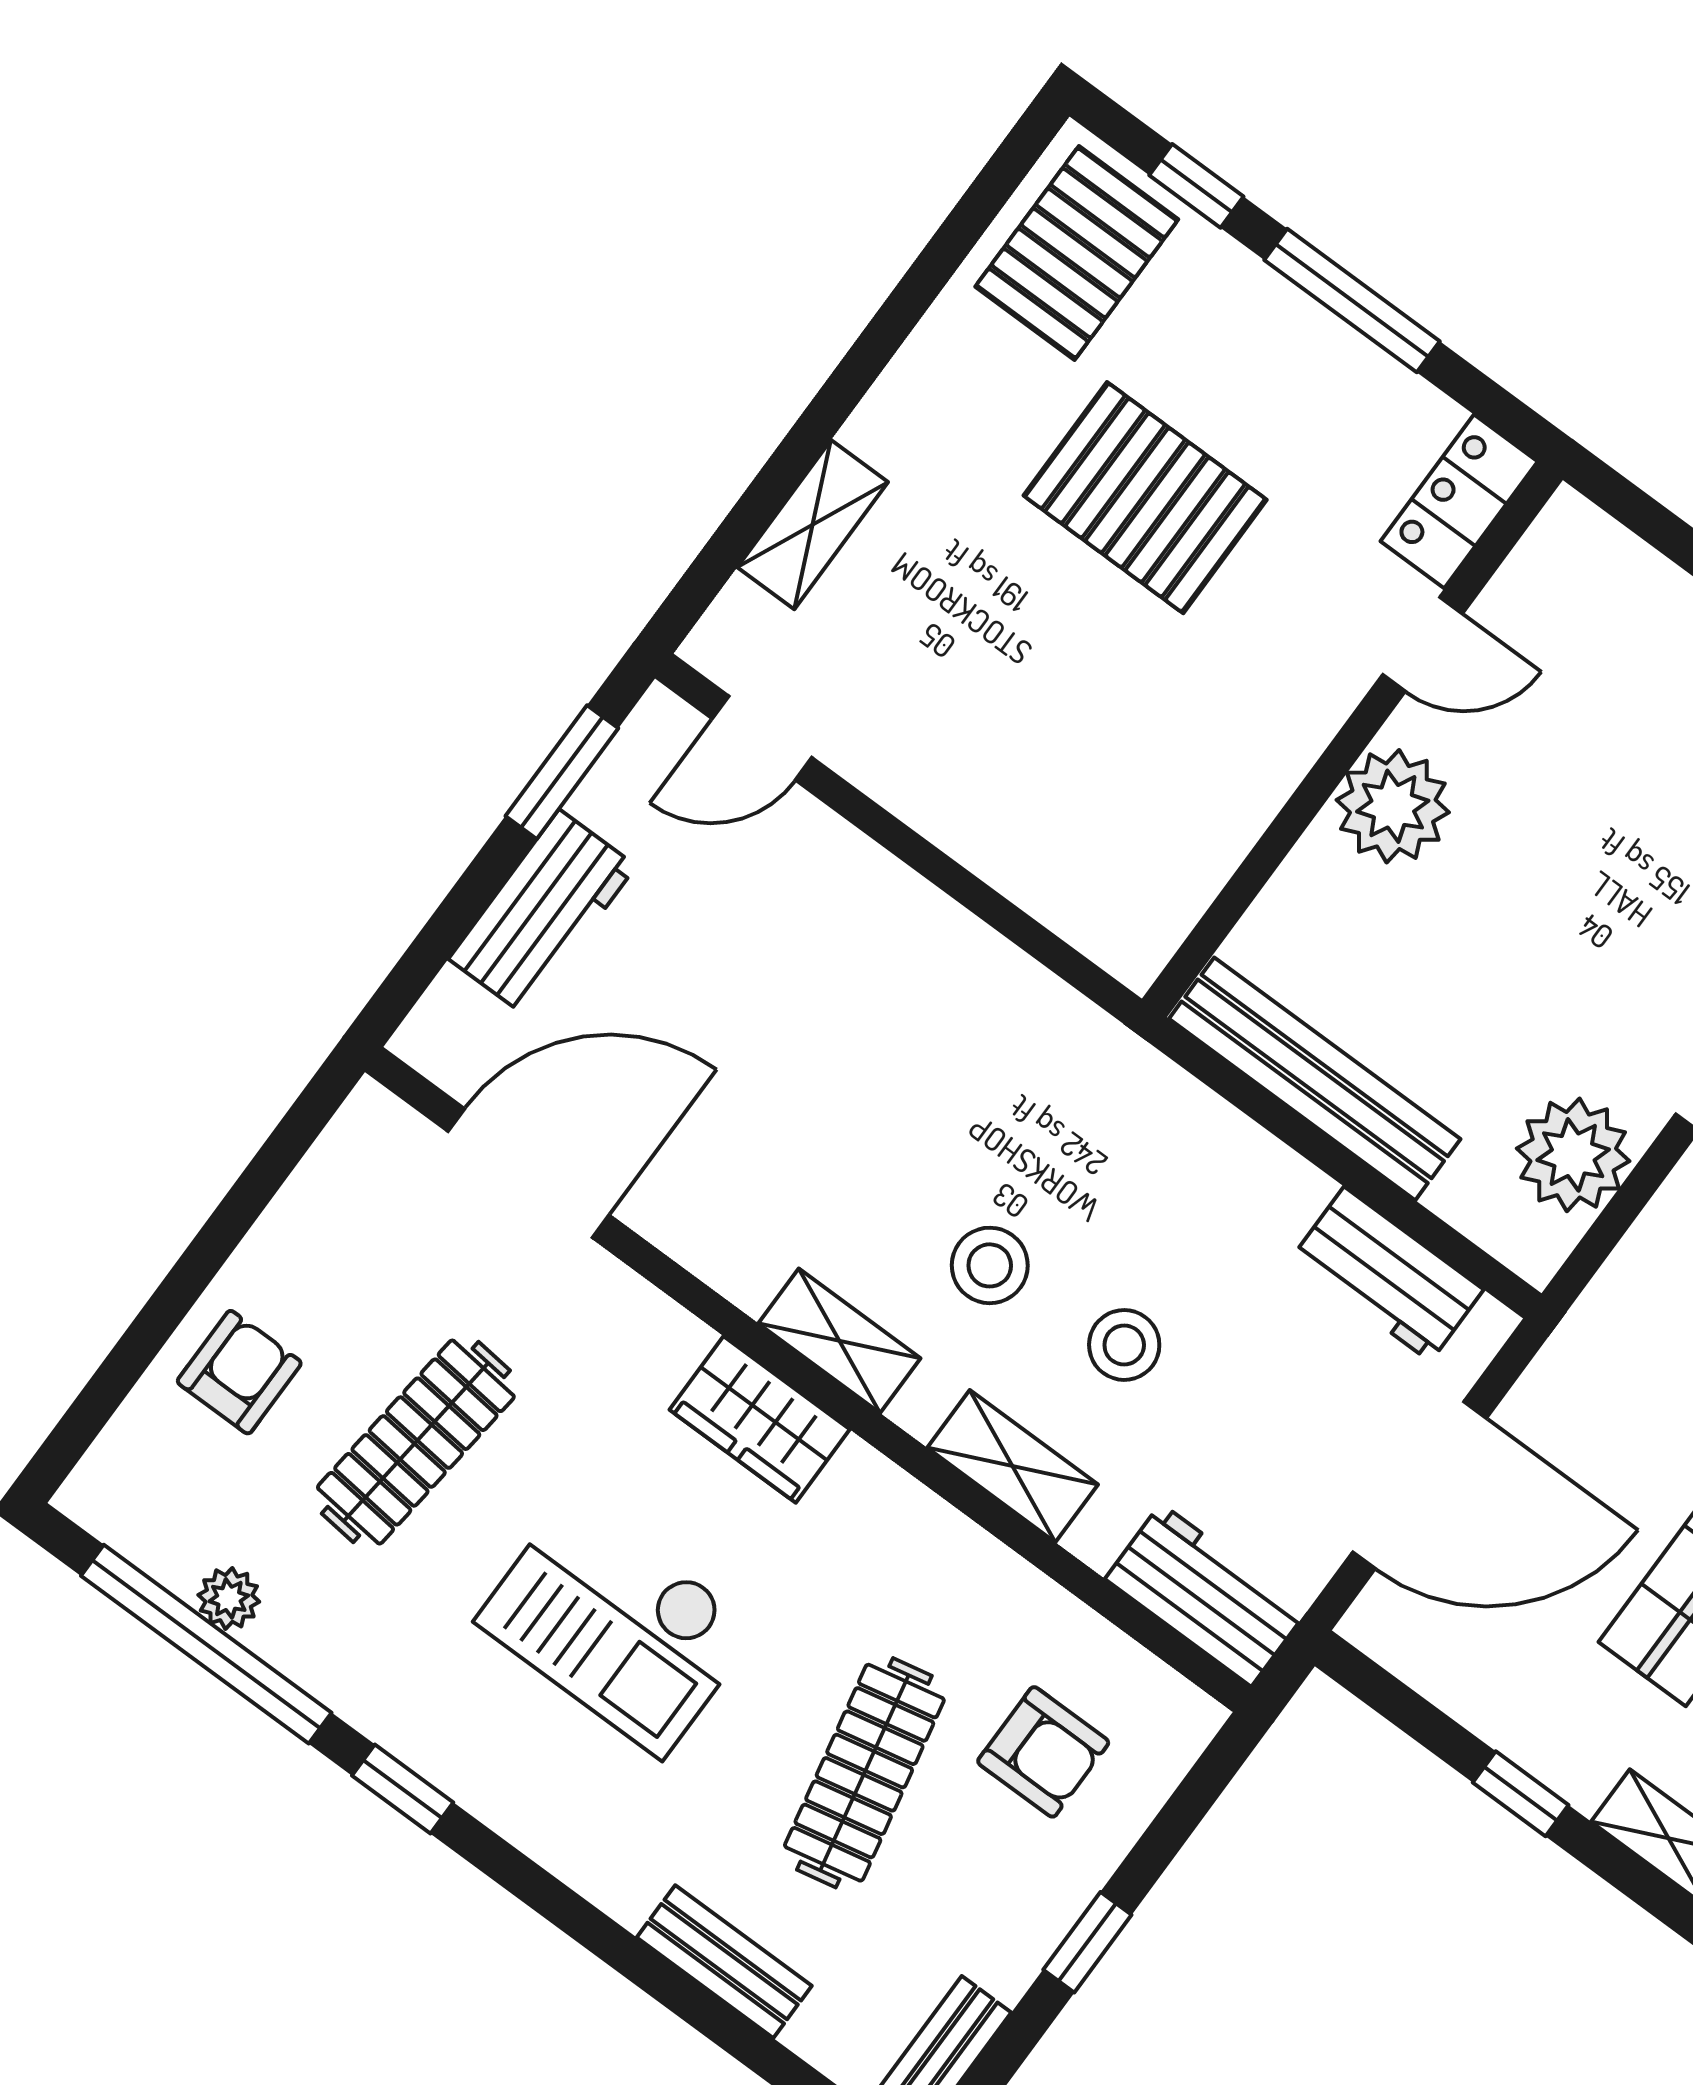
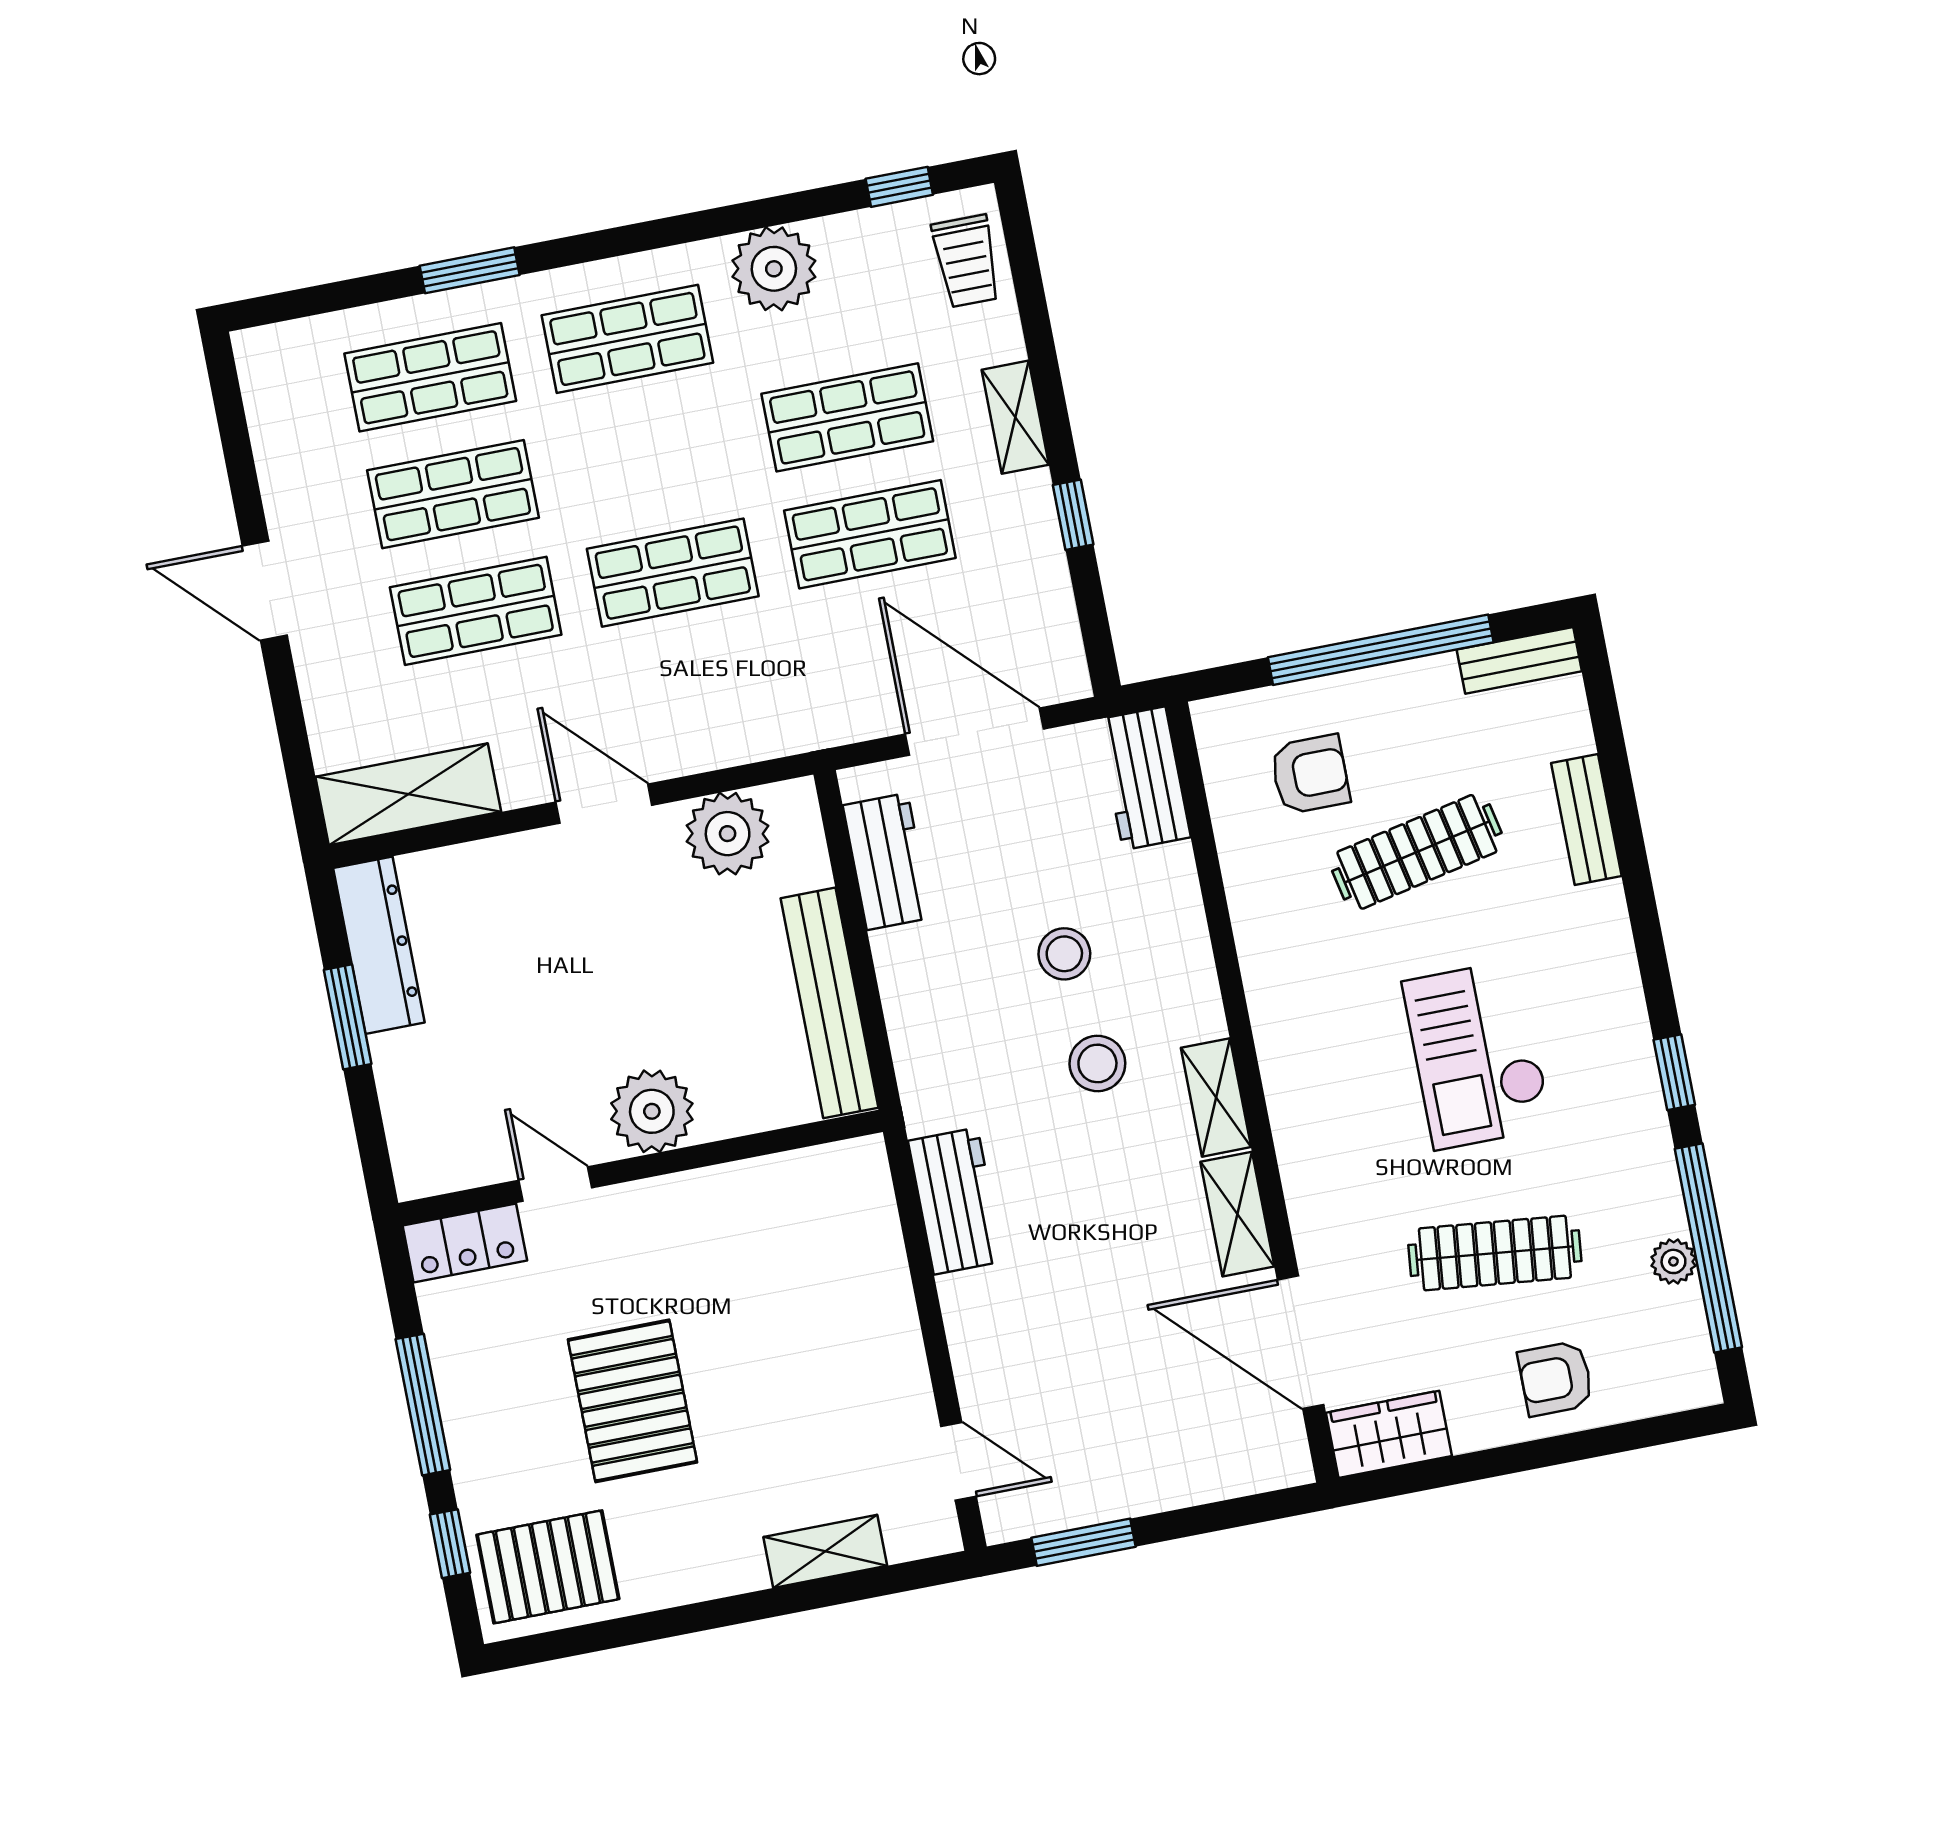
workbench: (542, 912) -> (956, 1201), moved, turned 90
wardrobe: (760, 1420) -> (1389, 1434), moved, turned -90
shelving: (1013, 1466) -> (1237, 1214), moved
checkout: (617, 1625) -> (1477, 1055), turned 180
armchair: (1043, 1752) -> (1310, 774), turned 90
window: (1087, 1942) -> (1381, 650), width x3.17

